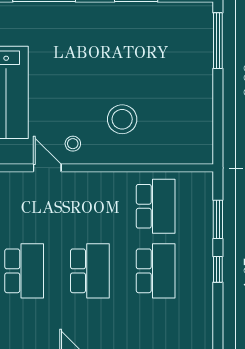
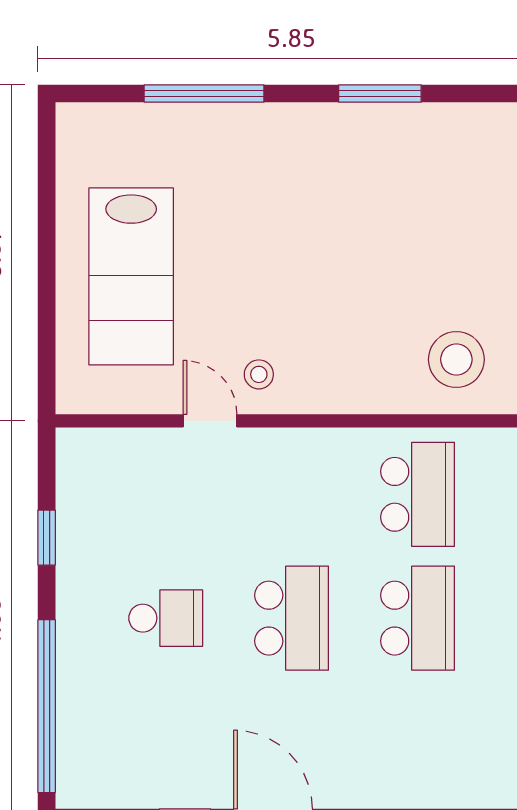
stool: (122, 119) -> (456, 360), moved
school desk: (24, 271) -> (166, 618), width x0.54

